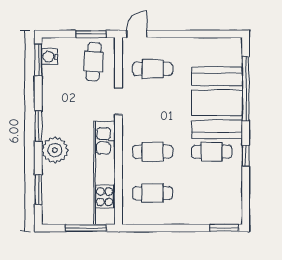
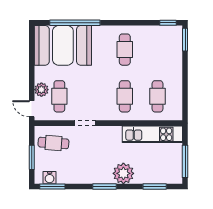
window: (91, 34) -> (32, 157), moved
plant: (161, 46) -> (41, 90), added
booth: (217, 103) -> (63, 45), moved
window: (246, 156) -> (168, 23), moved
kitchen unit: (105, 173) -> (152, 134), width x0.73
window: (86, 228) -> (185, 161), moved

